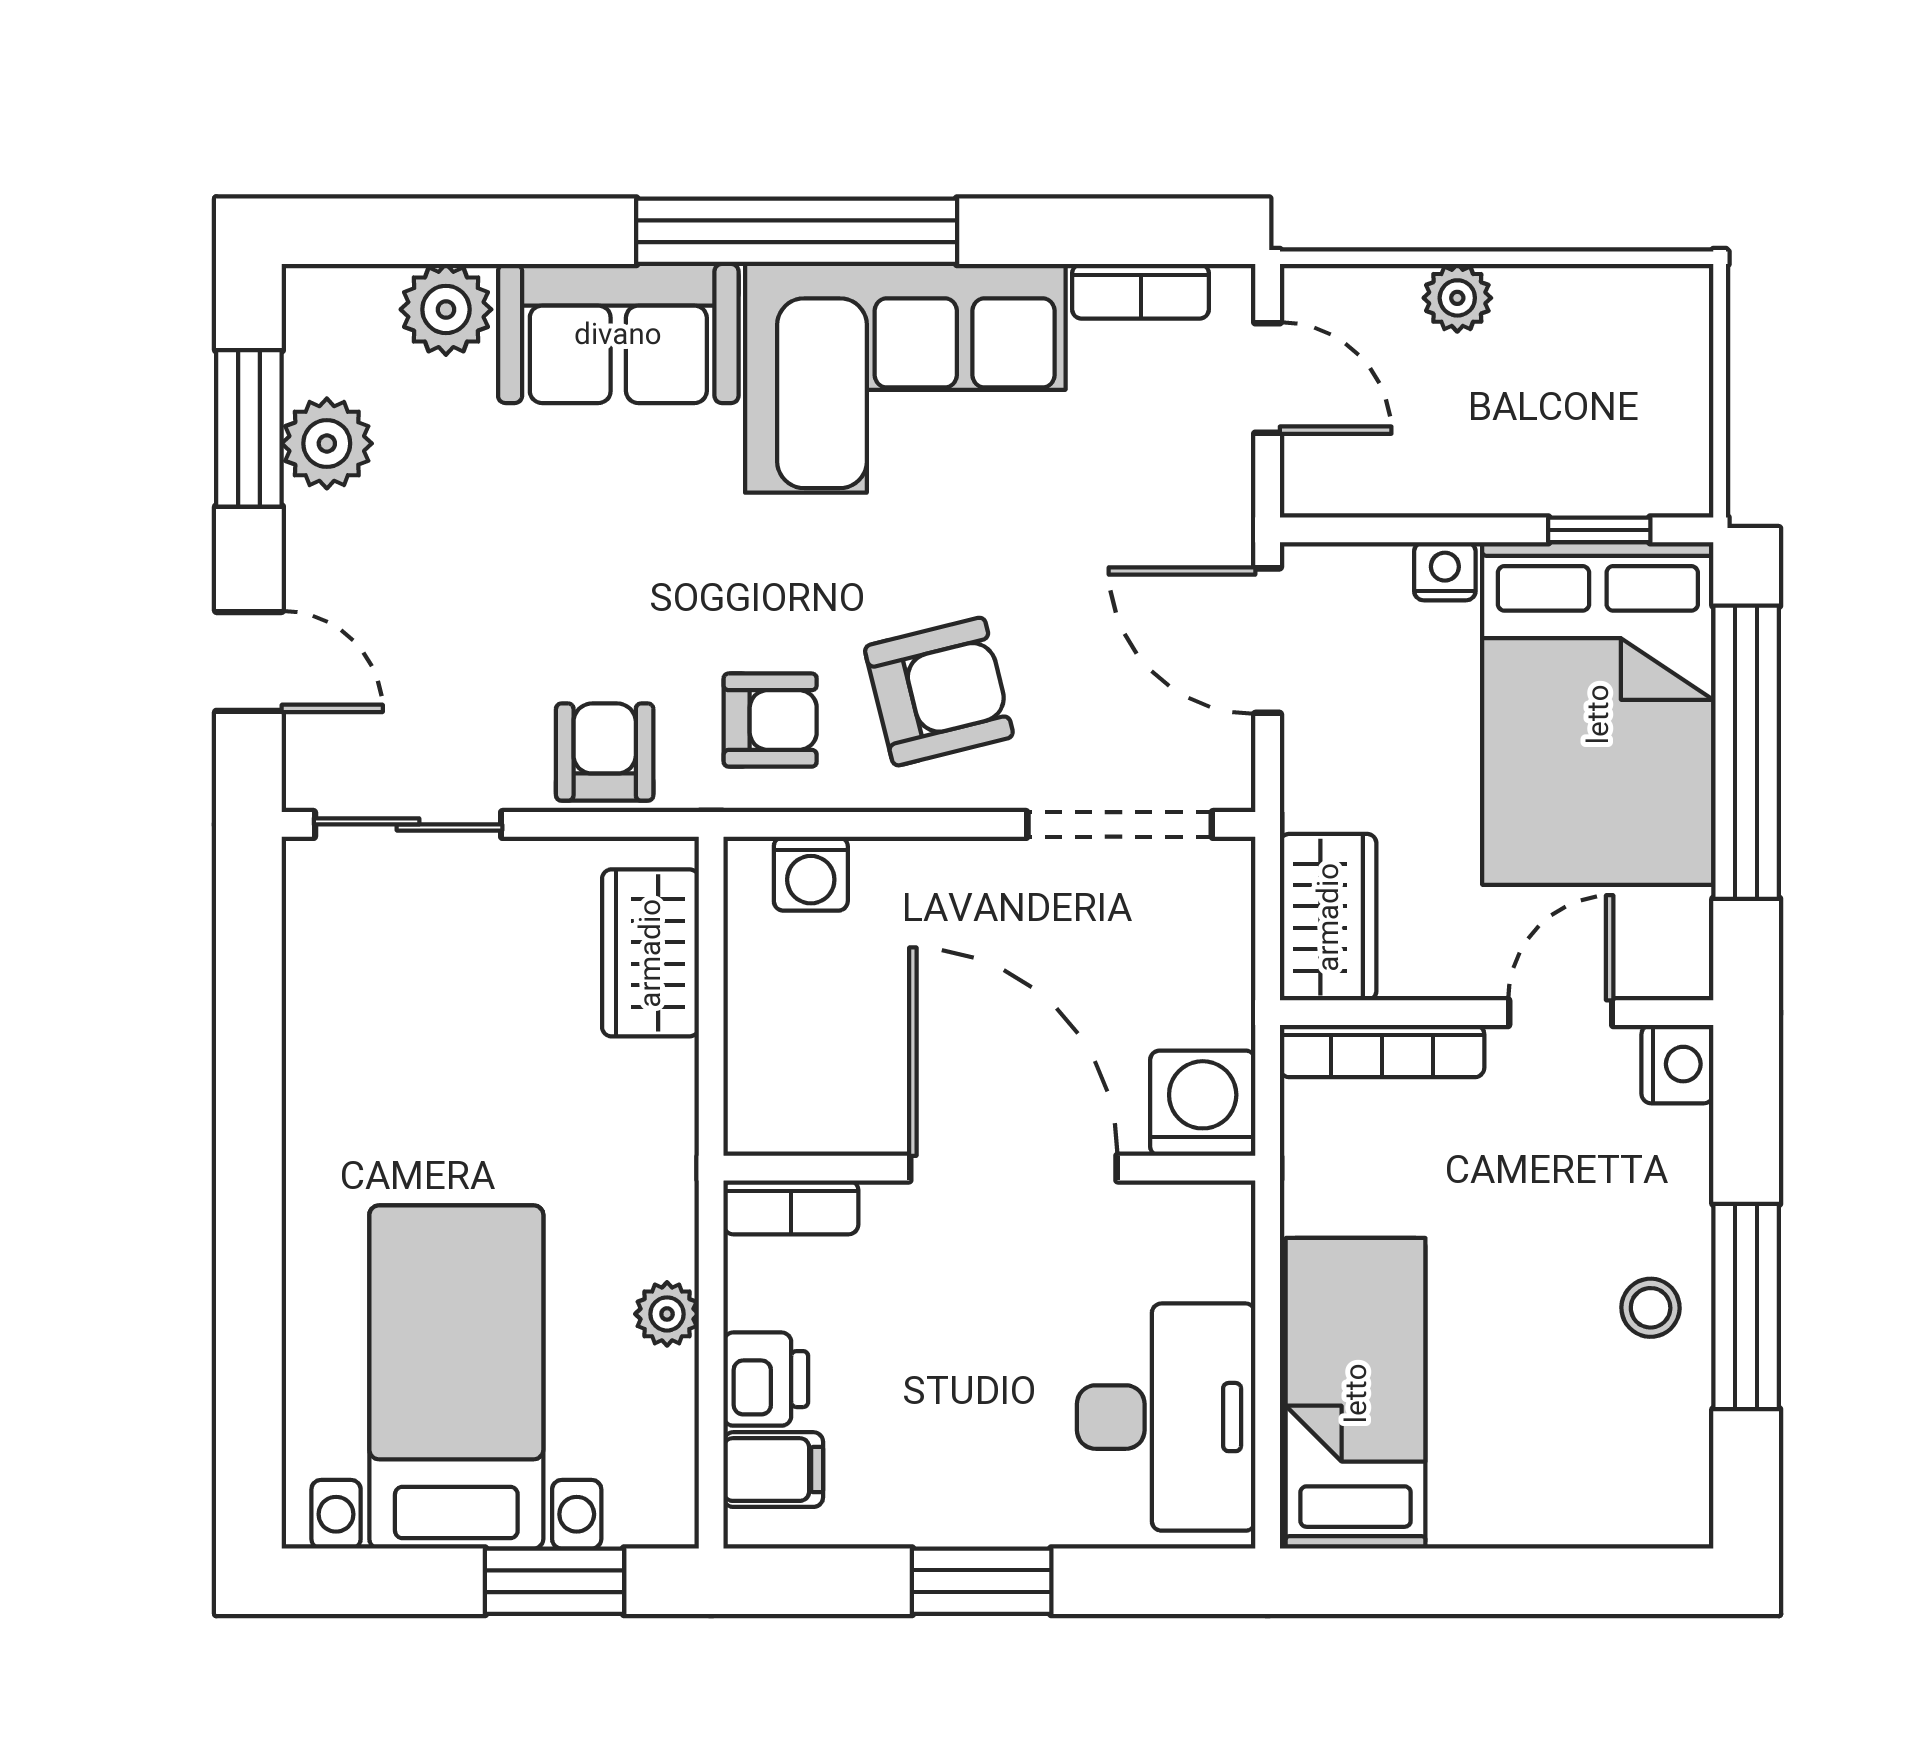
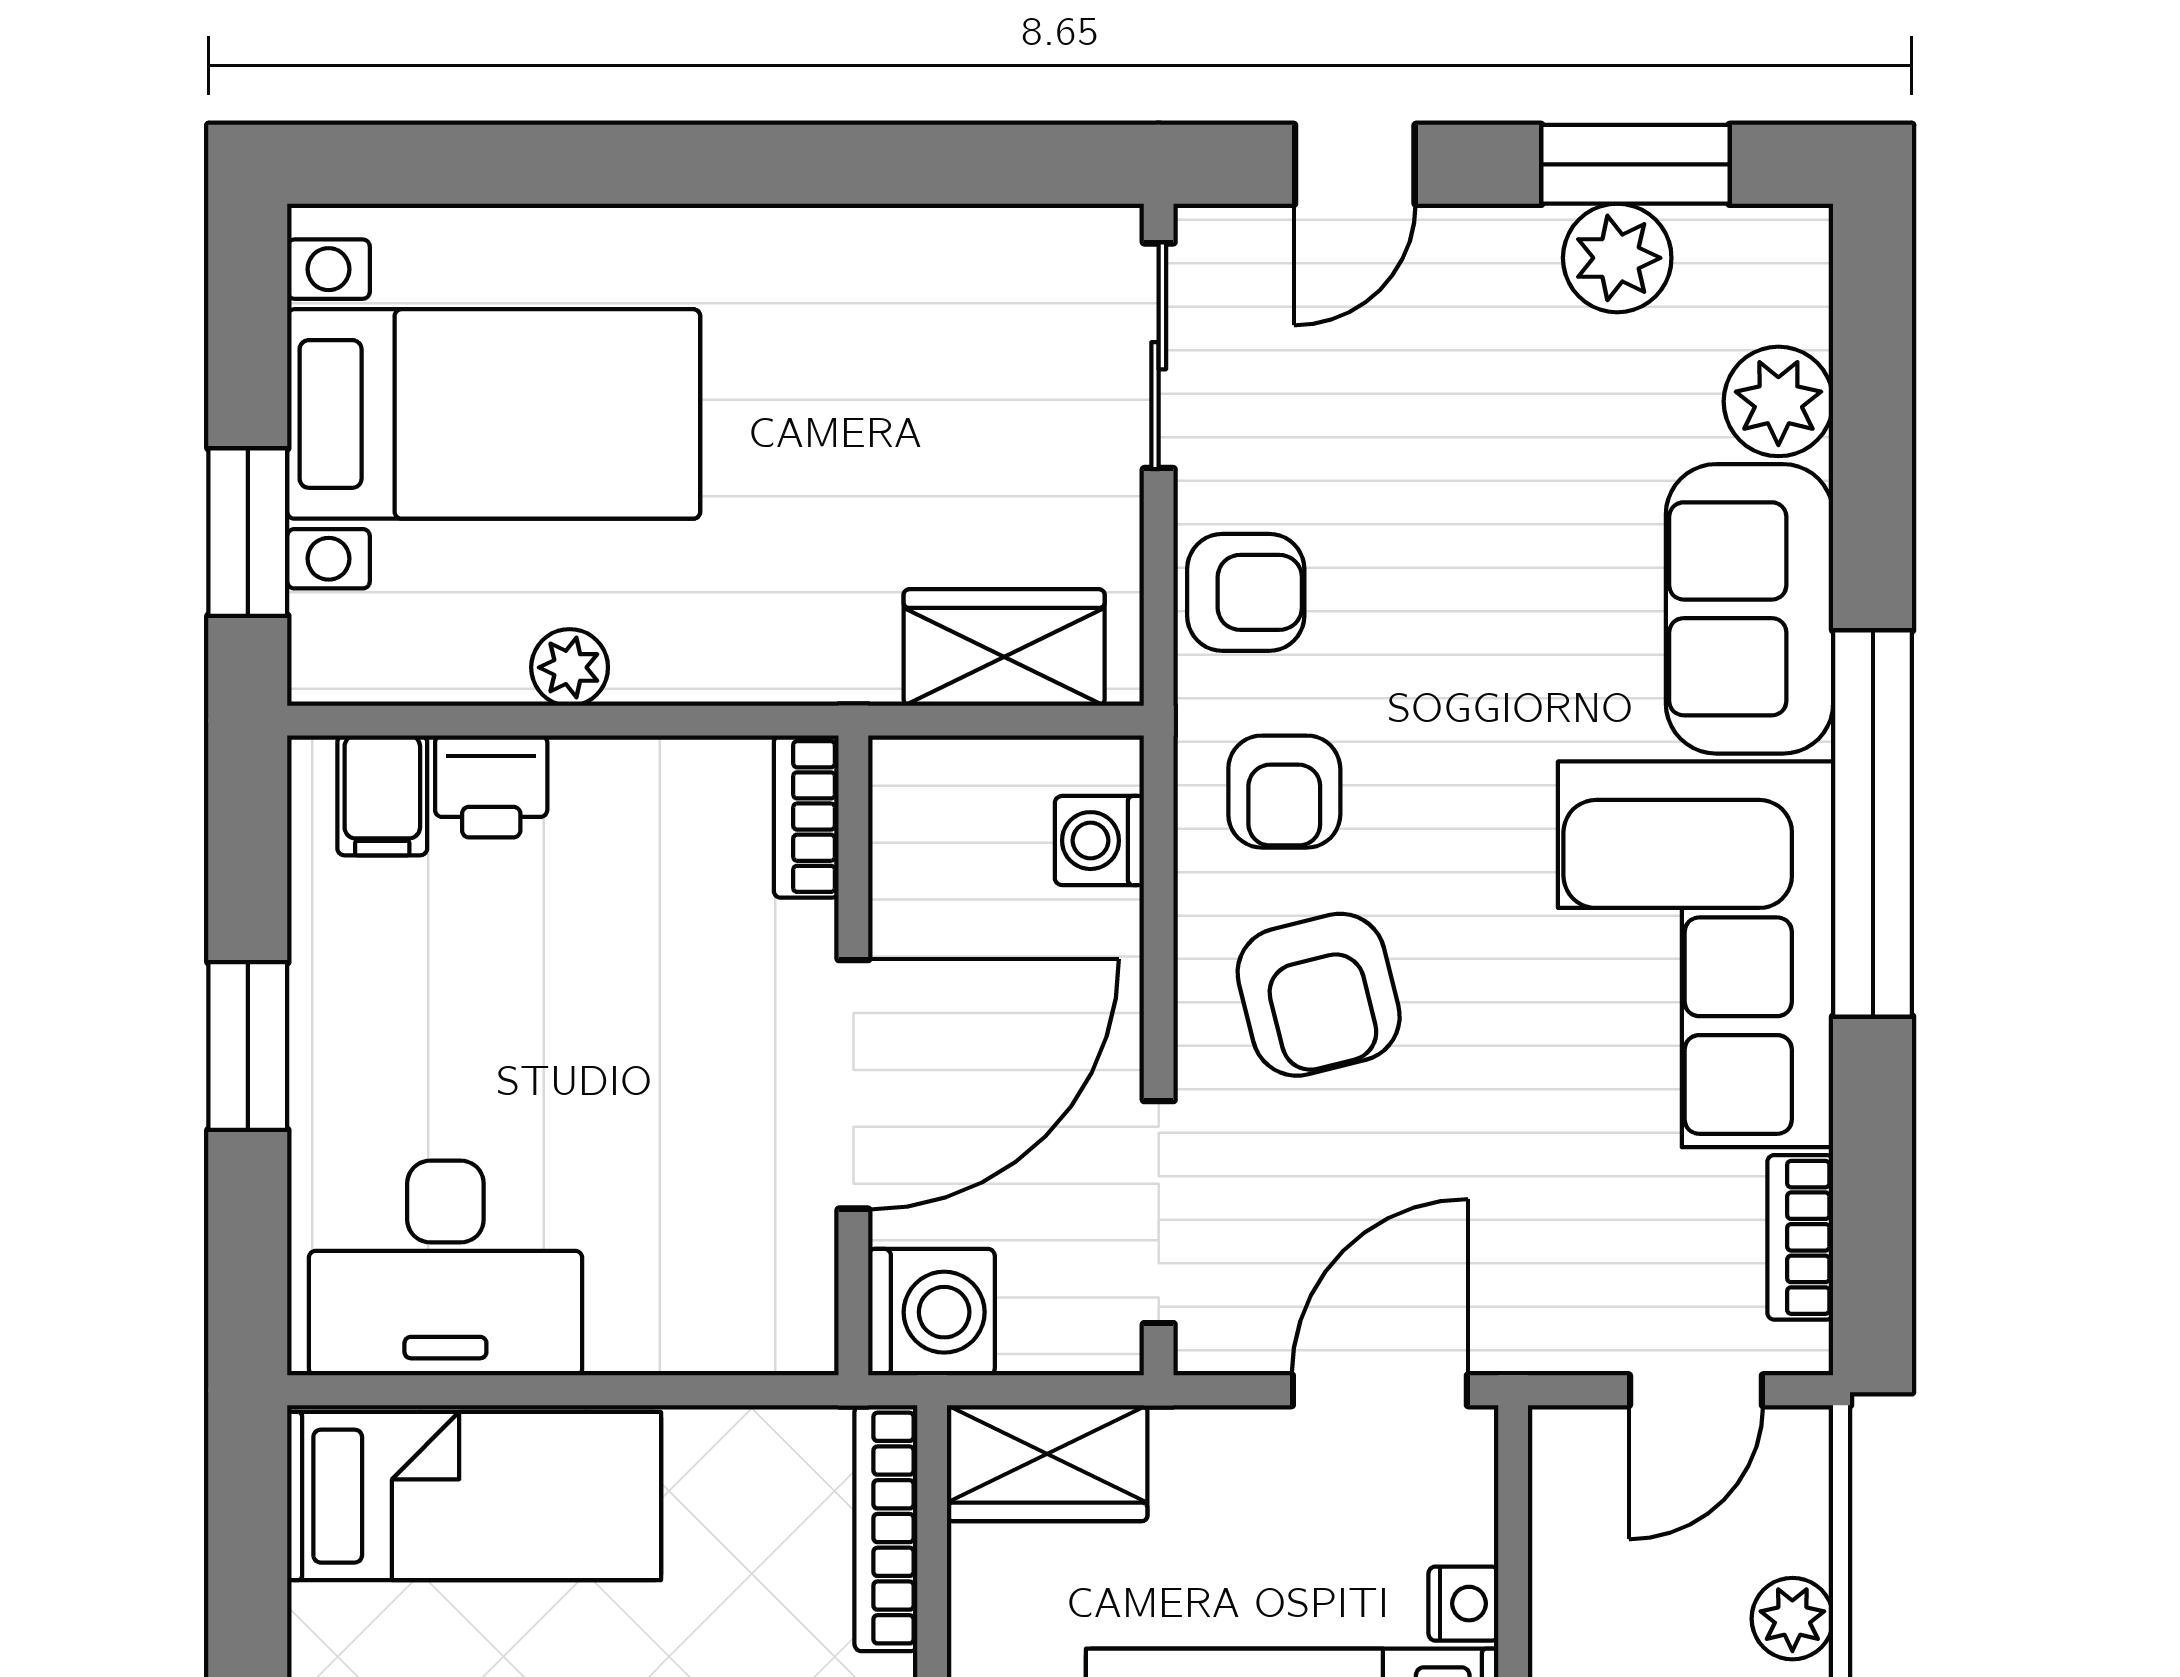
washing machine: (1203, 1103) -> (931, 1312), moved
wall: (989, 1168) -> (853, 1055), moved
door: (1013, 1168) -> (853, 1084), moved
bookcase: (791, 1207) -> (806, 817), moved

